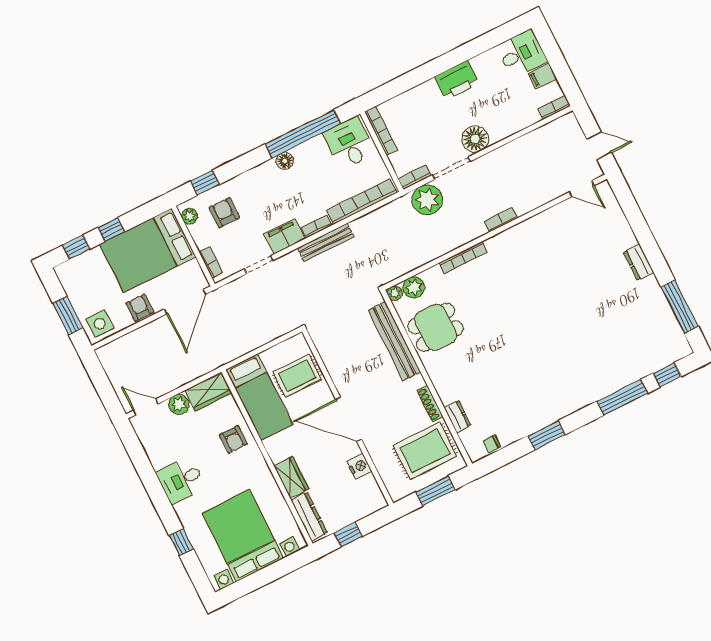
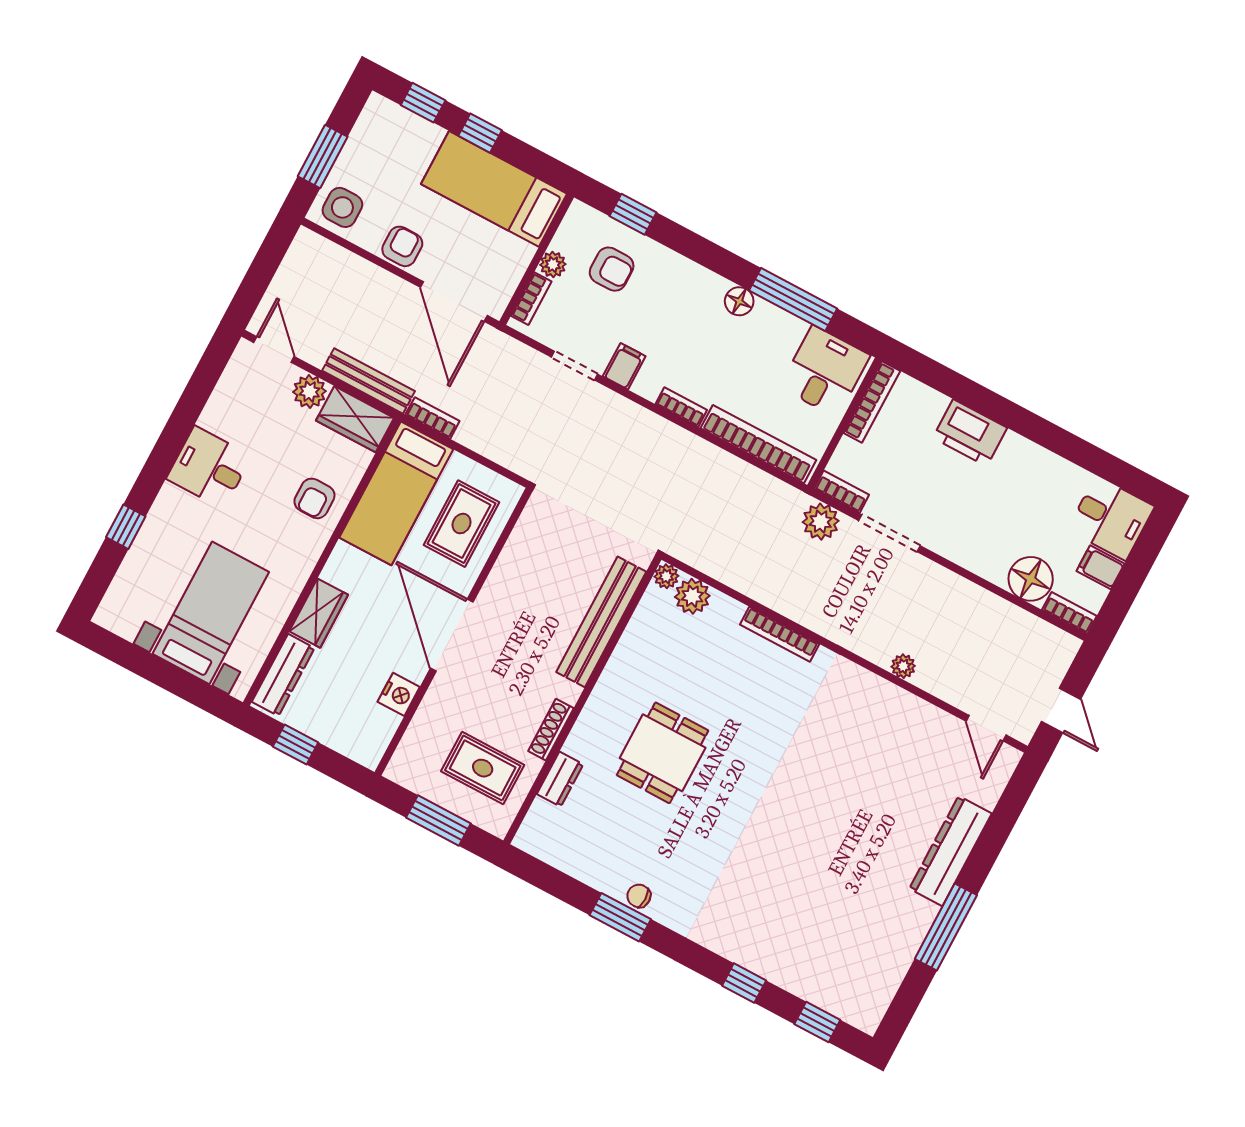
printer: (457, 80) -> (970, 433), moved
window: (303, 134) -> (793, 299), width x0.68
floor lamp: (475, 139) -> (1031, 579), moved
plant: (427, 200) -> (821, 522), width x0.73, depth x0.73
plant: (522, 208) -> (903, 666), added
armchair: (224, 213) -> (612, 269), turned 90
plant: (190, 216) -> (553, 265), moved
bookcase: (501, 220) -> (432, 418), moved
filing cabinet: (284, 236) -> (624, 366), width x0.50
bench: (326, 242) -> (369, 381), moved
bed: (148, 250) -> (494, 189), width x0.67
dresser: (639, 262) -> (951, 851), width x1.96, depth x1.24
door: (185, 302) -> (454, 301), hinge flipped
window: (680, 306) -> (946, 927), moved
dining table: (436, 327) -> (663, 753), moved, turned 90
rug: (297, 376) -> (461, 524), turned 90
window: (622, 397) -> (744, 983), width x0.46
chair: (492, 444) -> (639, 896), moved
rug: (425, 451) -> (483, 768), width x0.73, depth x0.70
bed with nightstands: (243, 536) -> (211, 613), width x0.73

